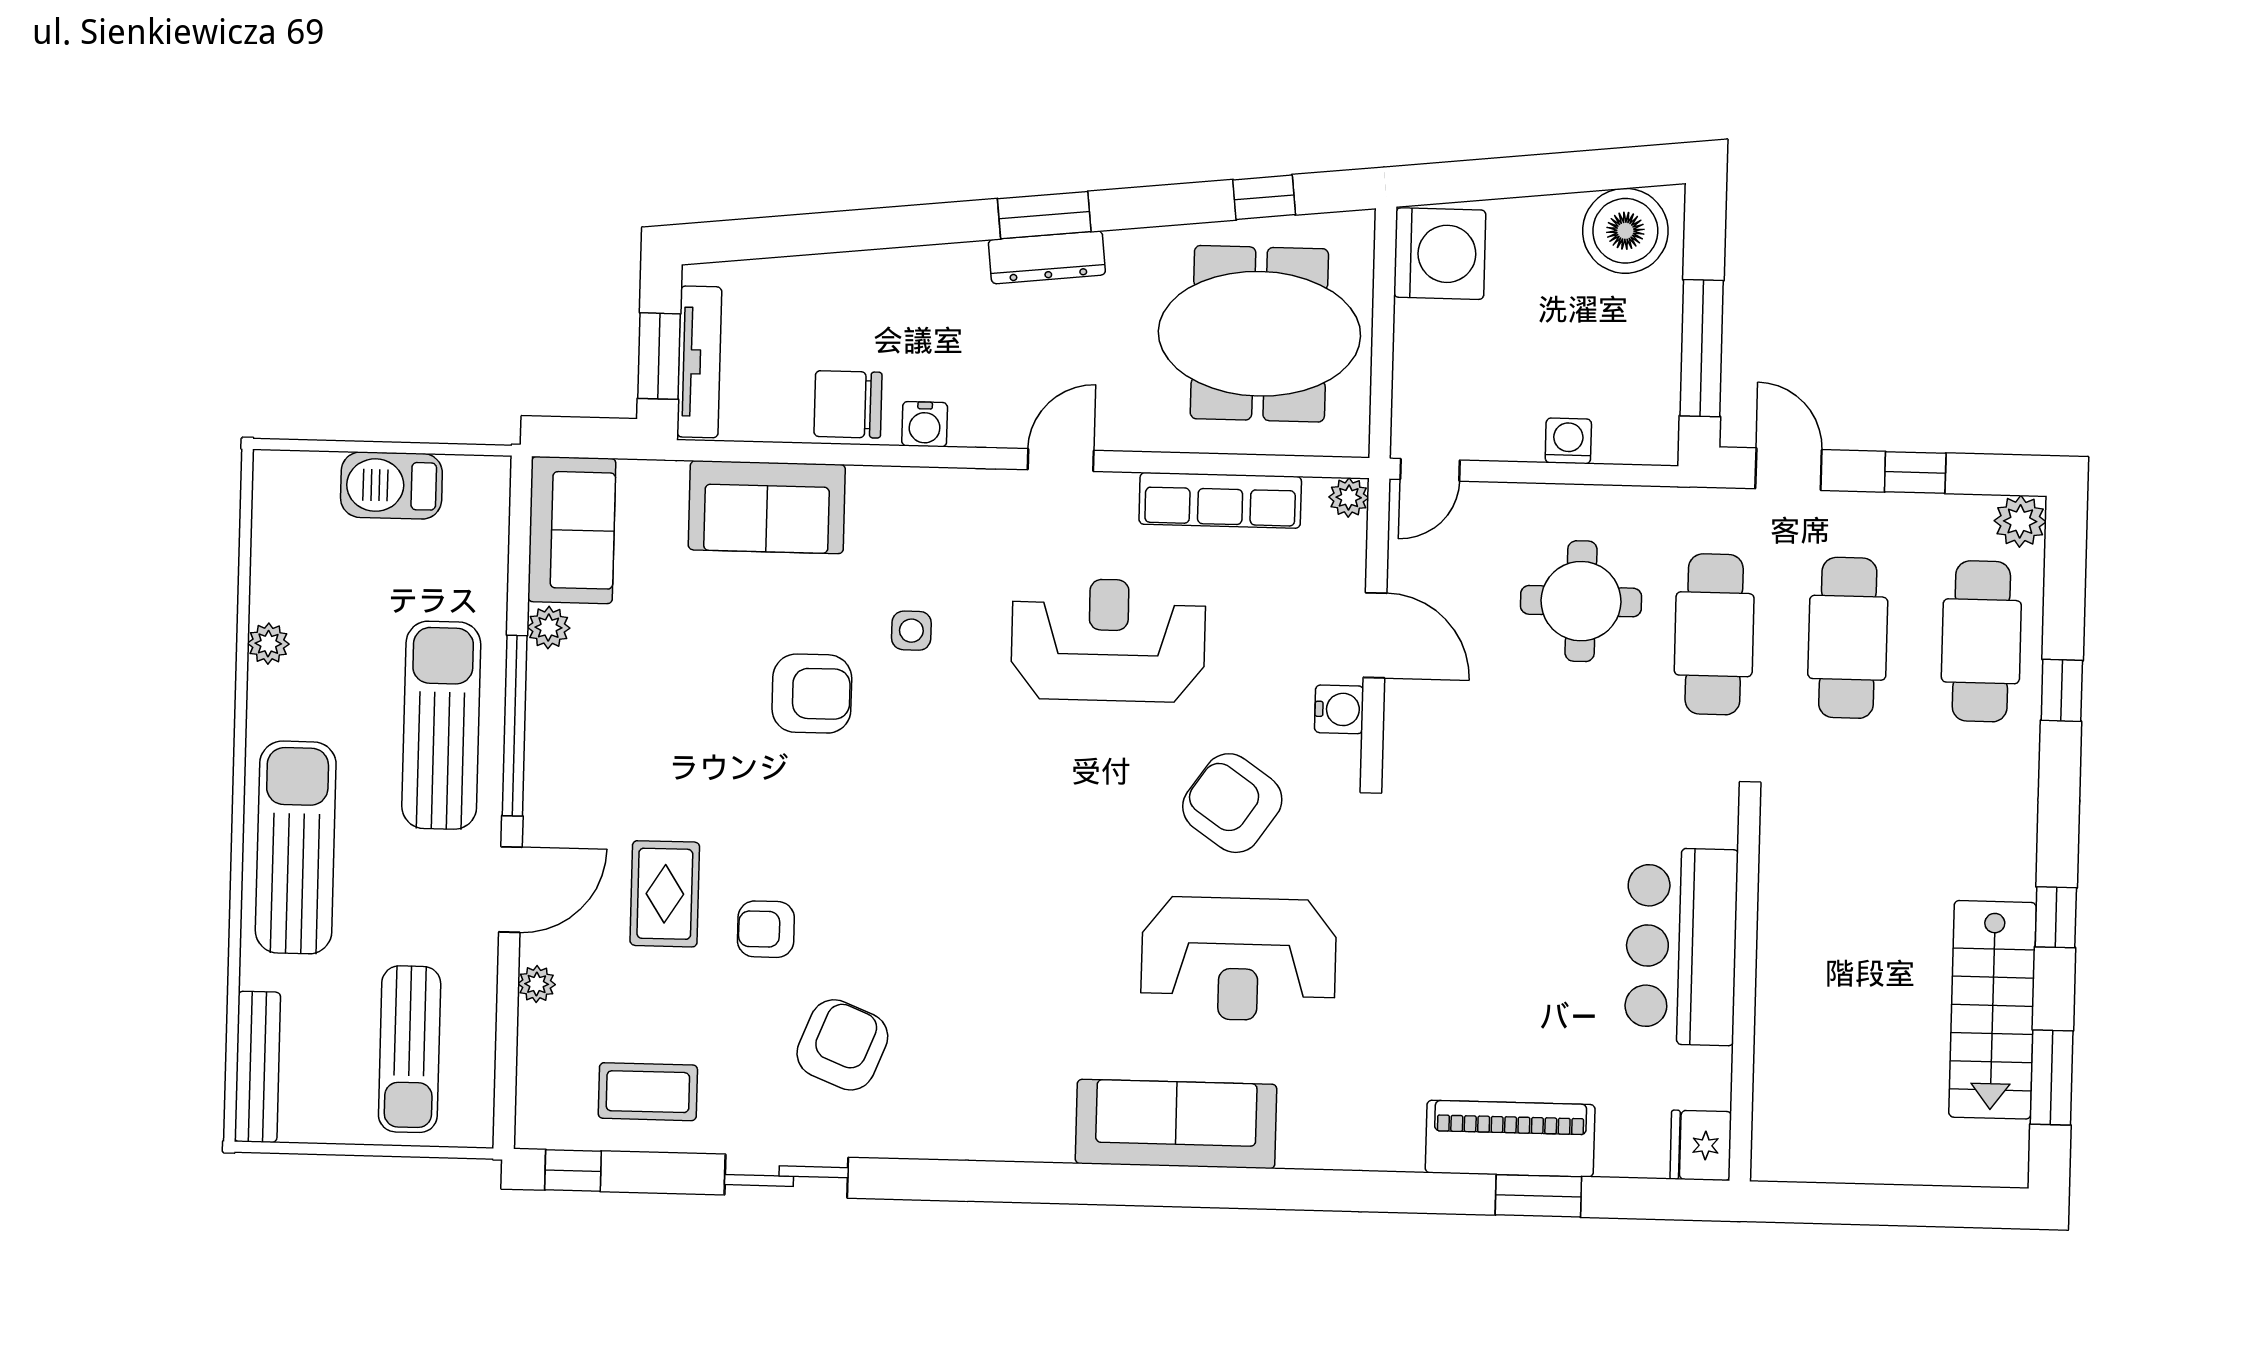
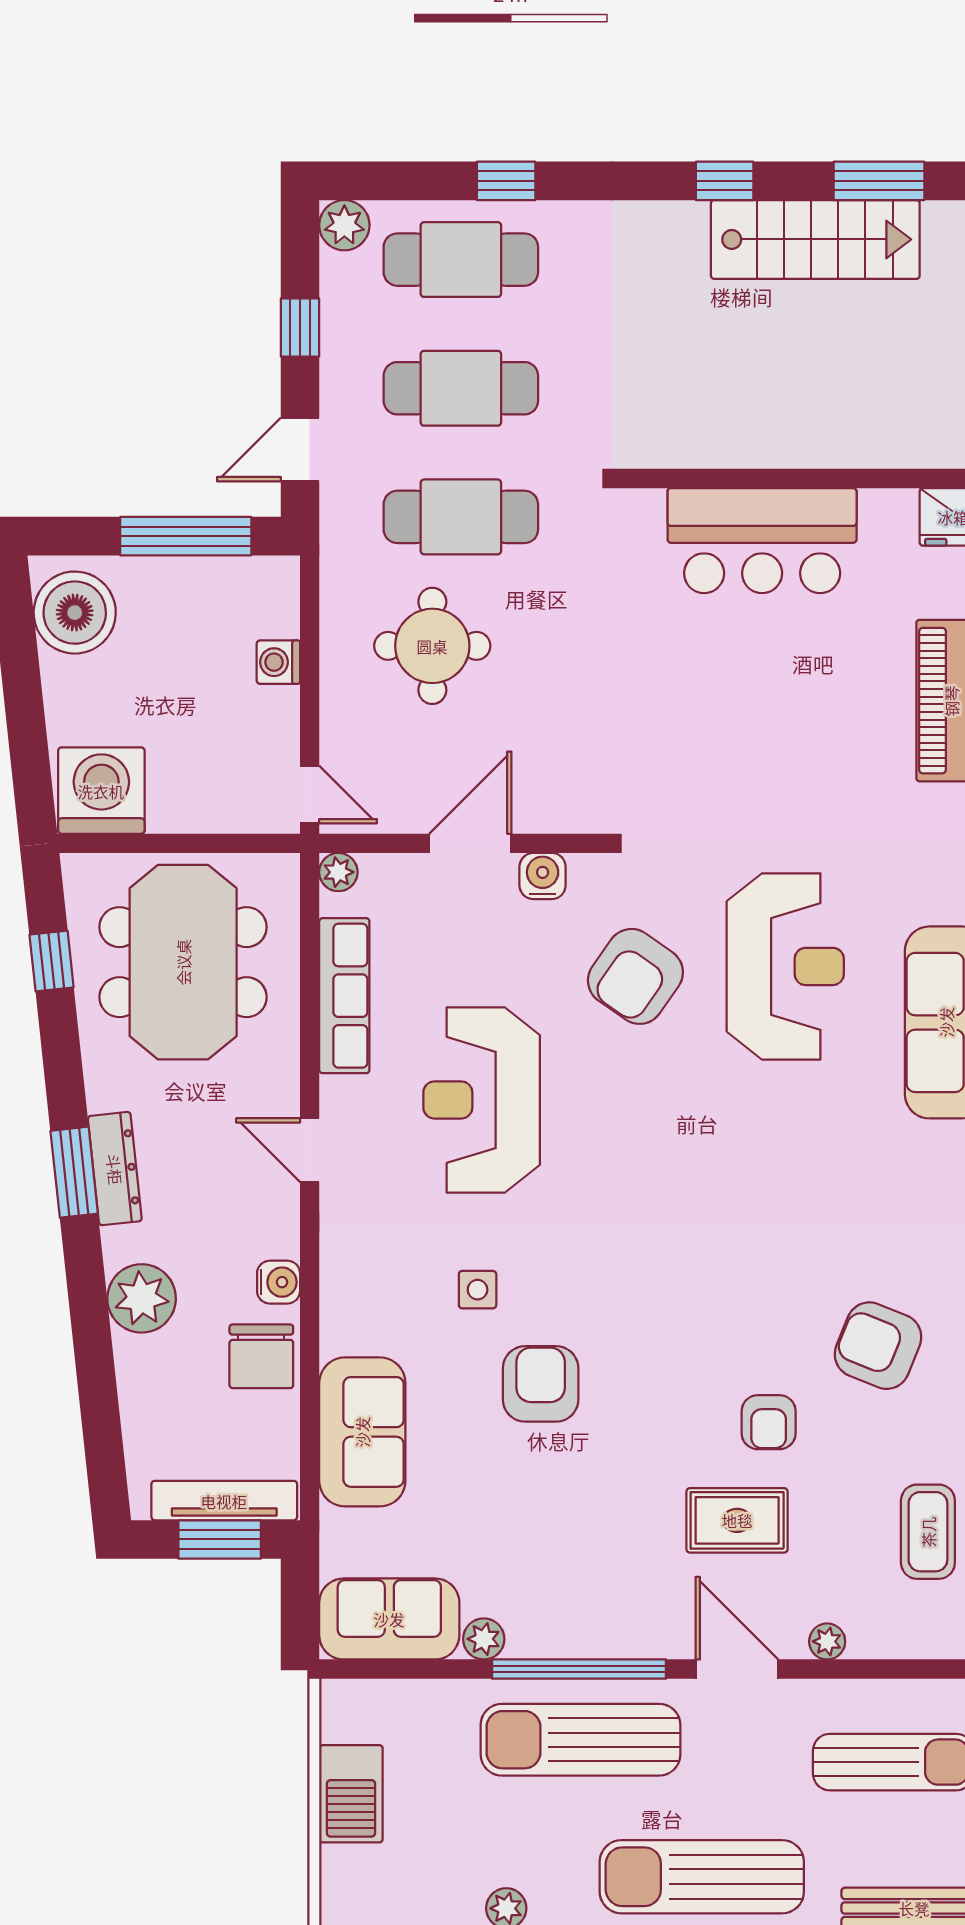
plant: (911, 282) -> (142, 1298), added

